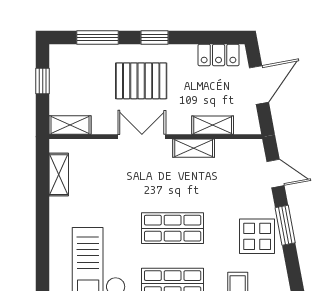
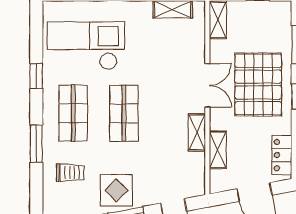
pallet: (141, 81) -> (258, 85), width x1.37, depth x1.41

